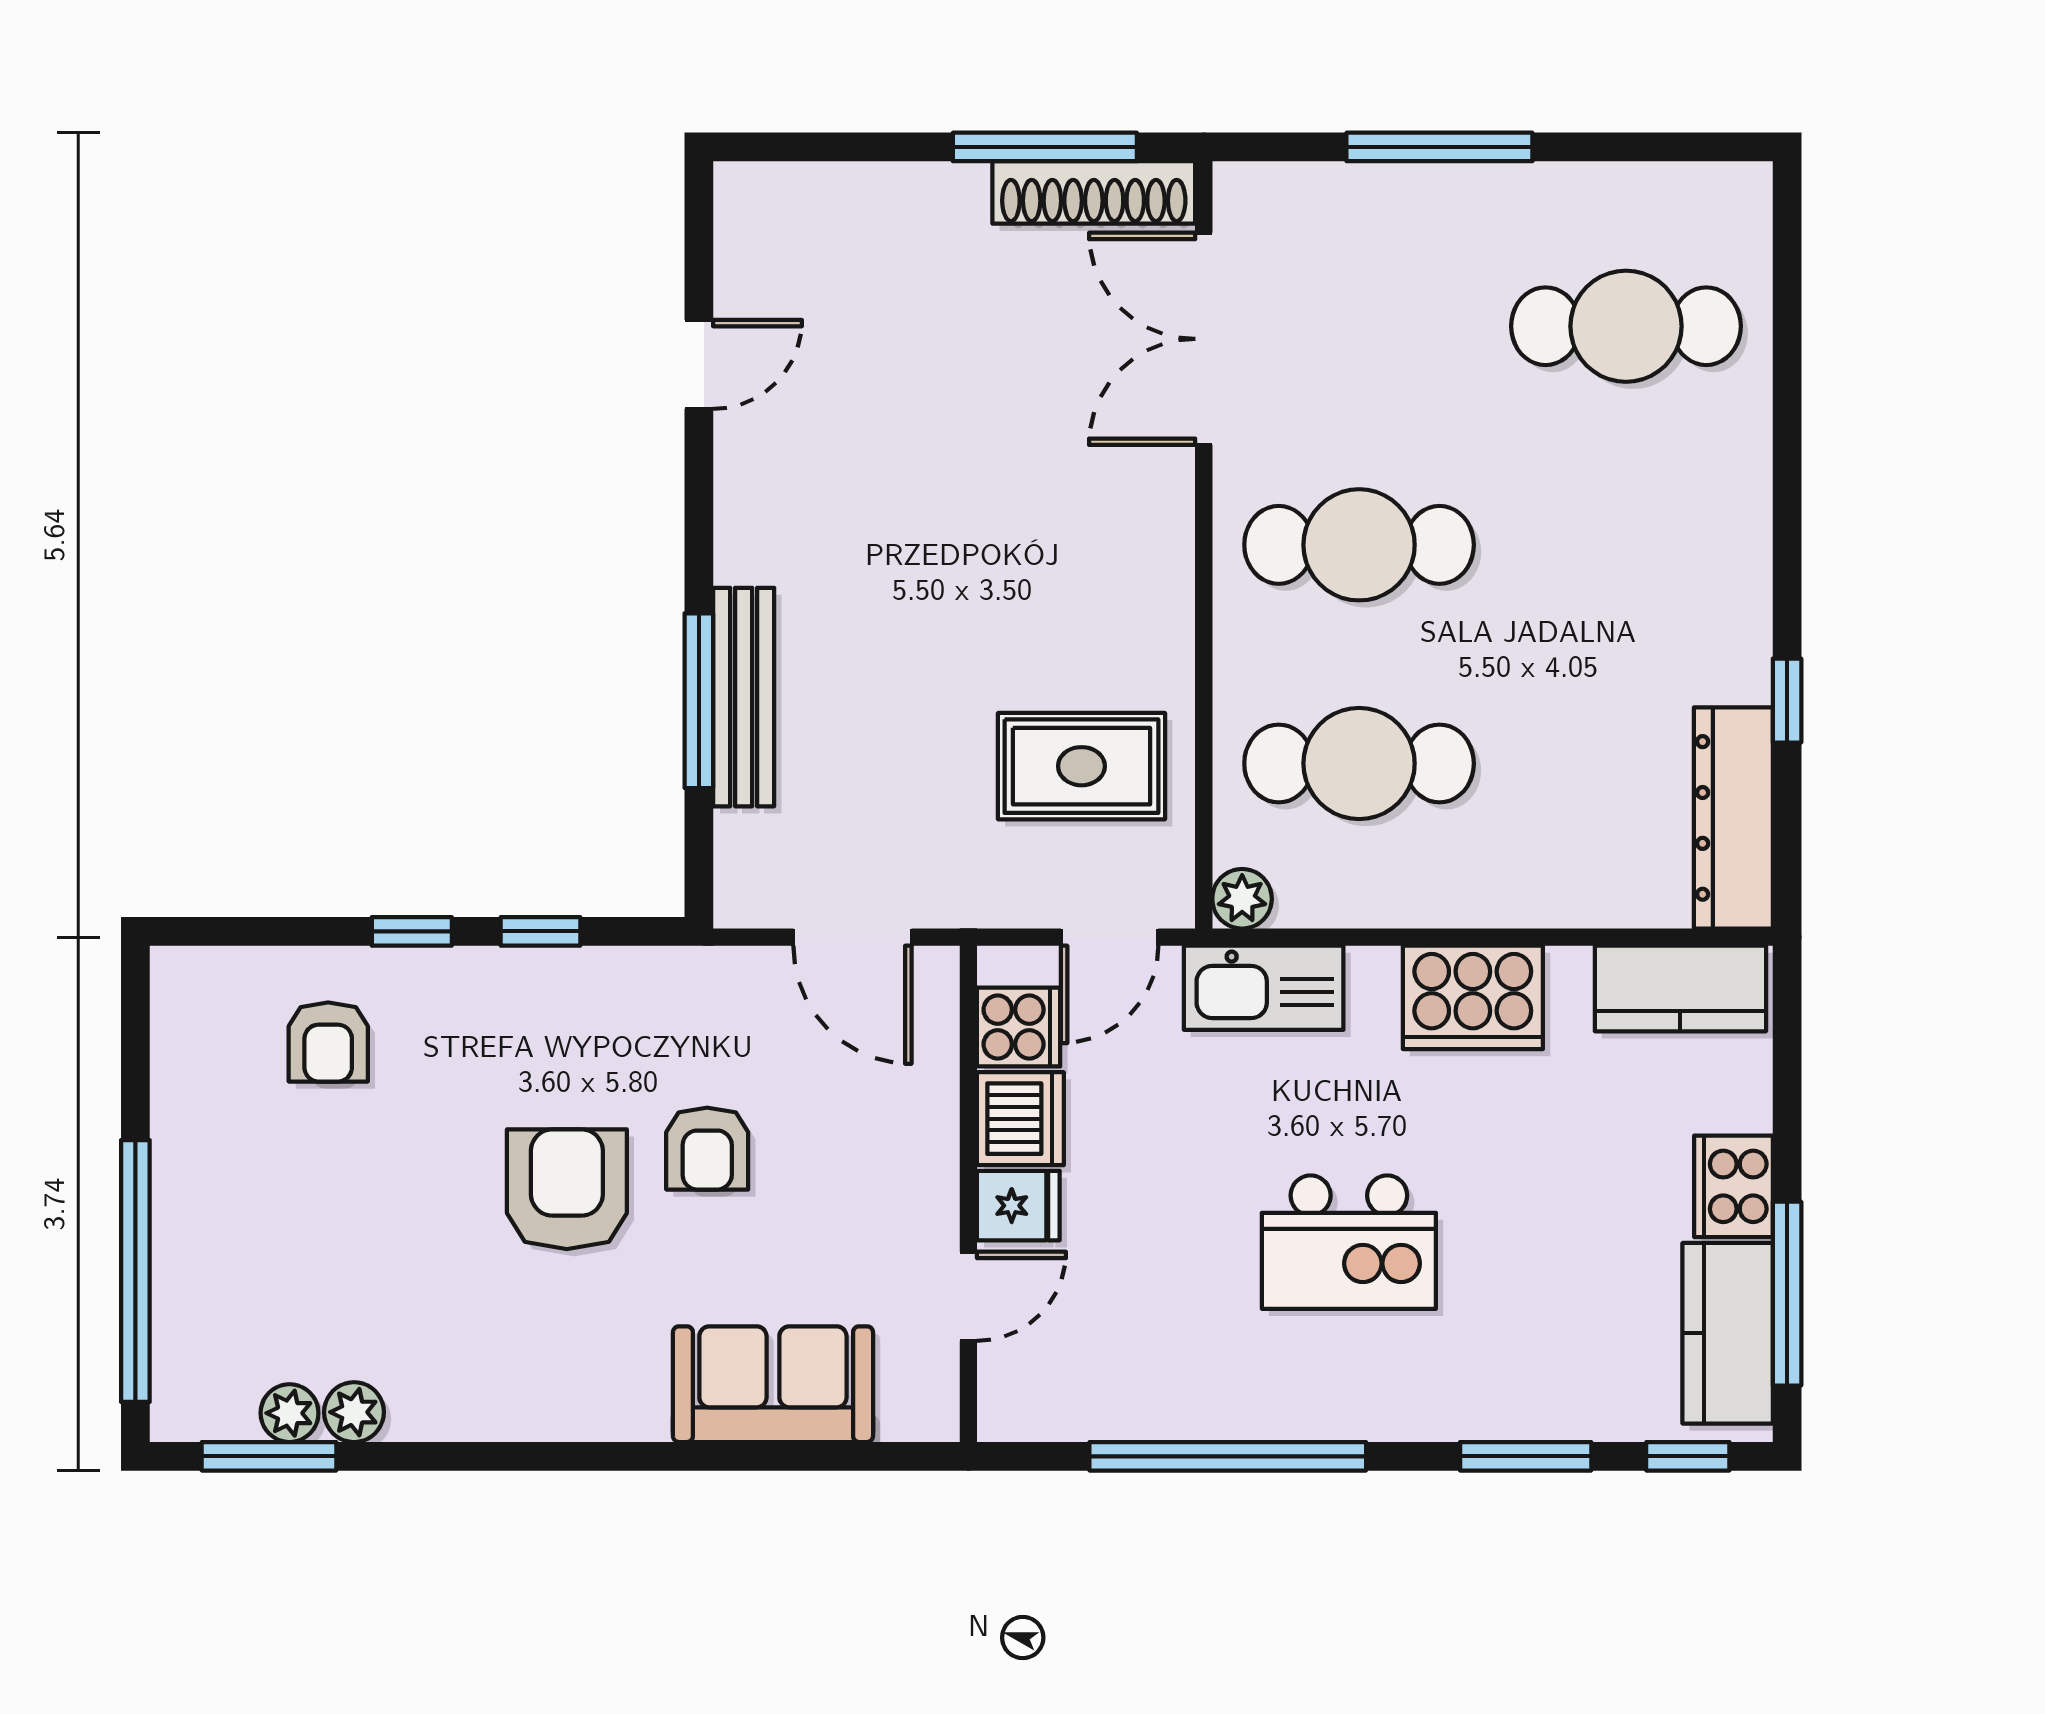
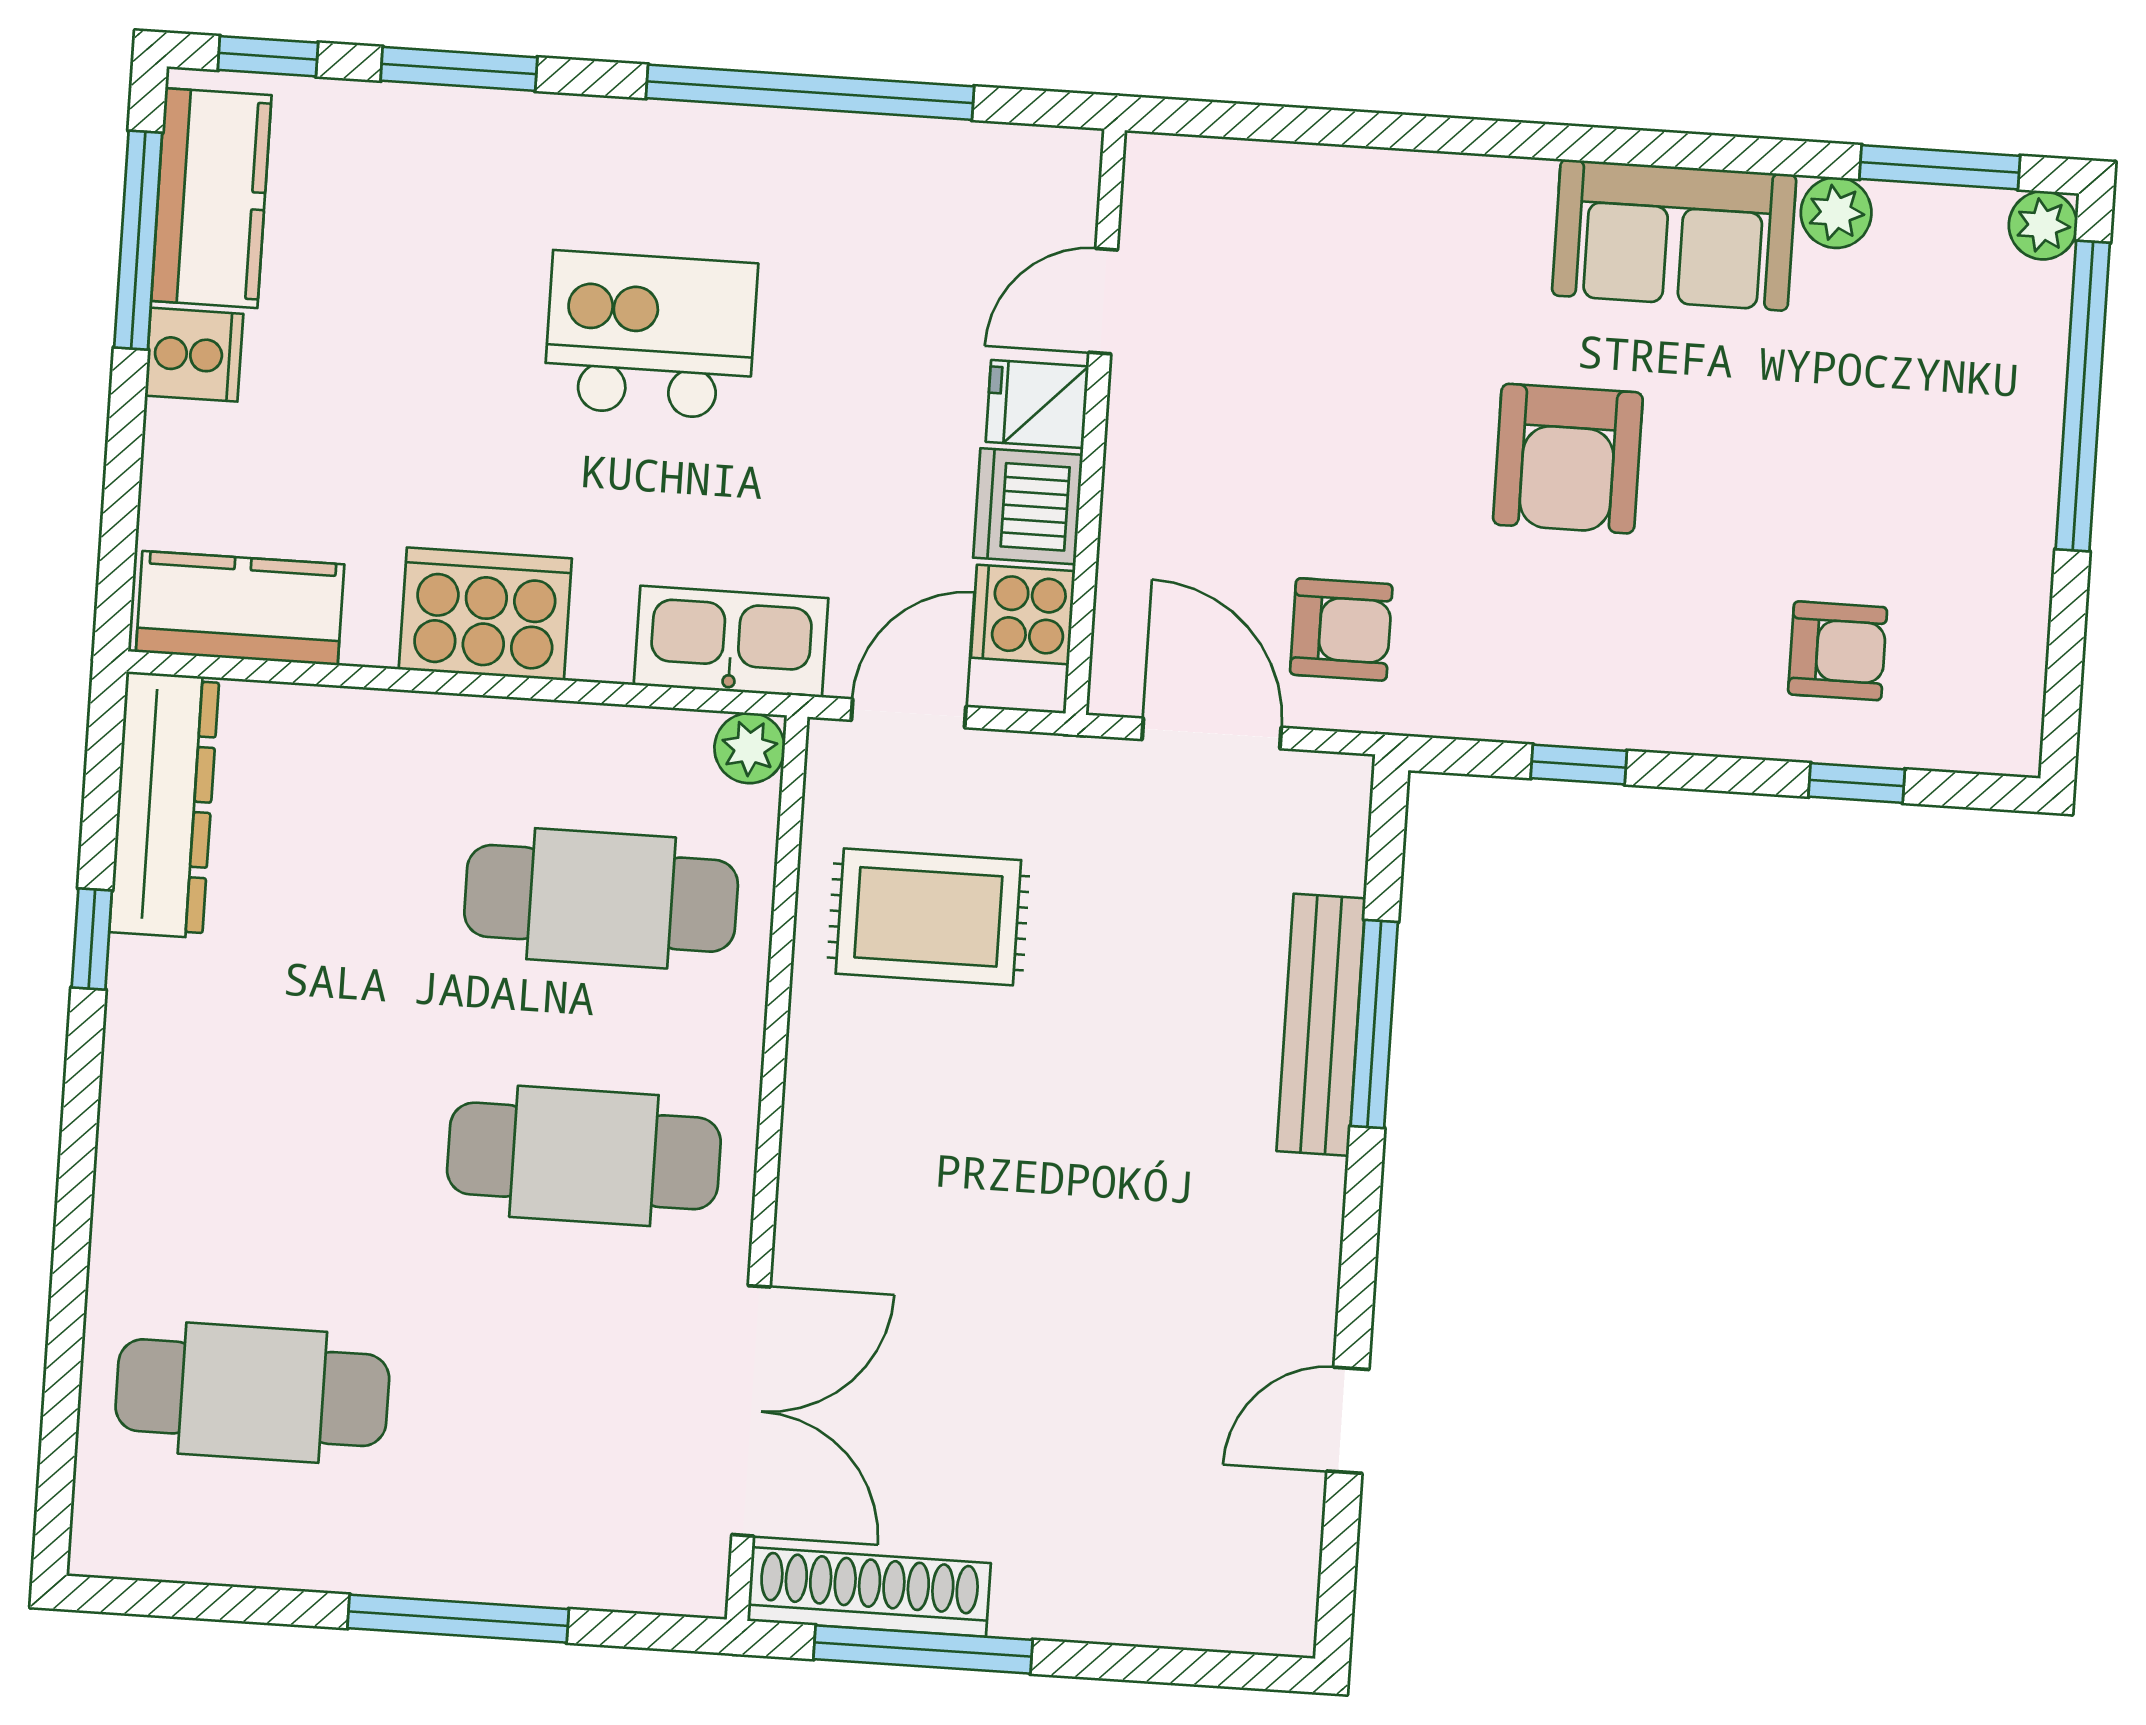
window: (412, 931) -> (1857, 783), moved
armchair: (328, 1042) -> (1838, 651), turned 90
armchair: (707, 1149) -> (1341, 629), moved, turned 90
cooker: (1733, 1186) -> (194, 355), width x0.73
sofa: (773, 1384) -> (1674, 235), moved
plant: (290, 1413) -> (2043, 225), moved

